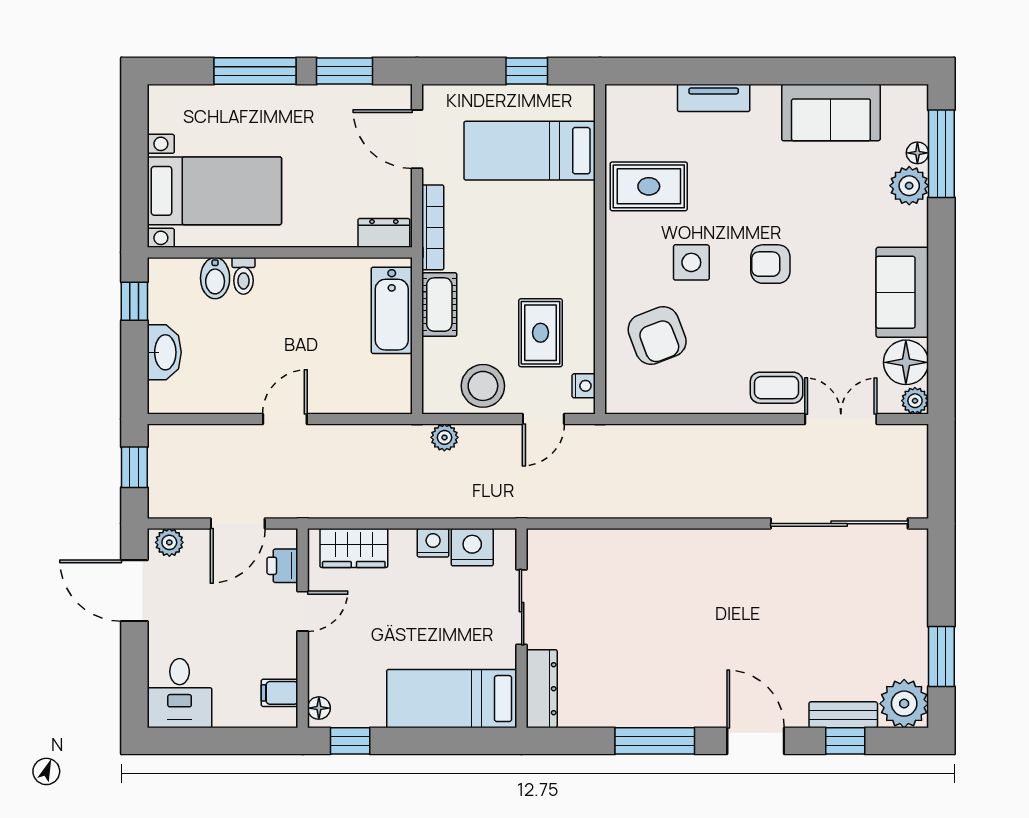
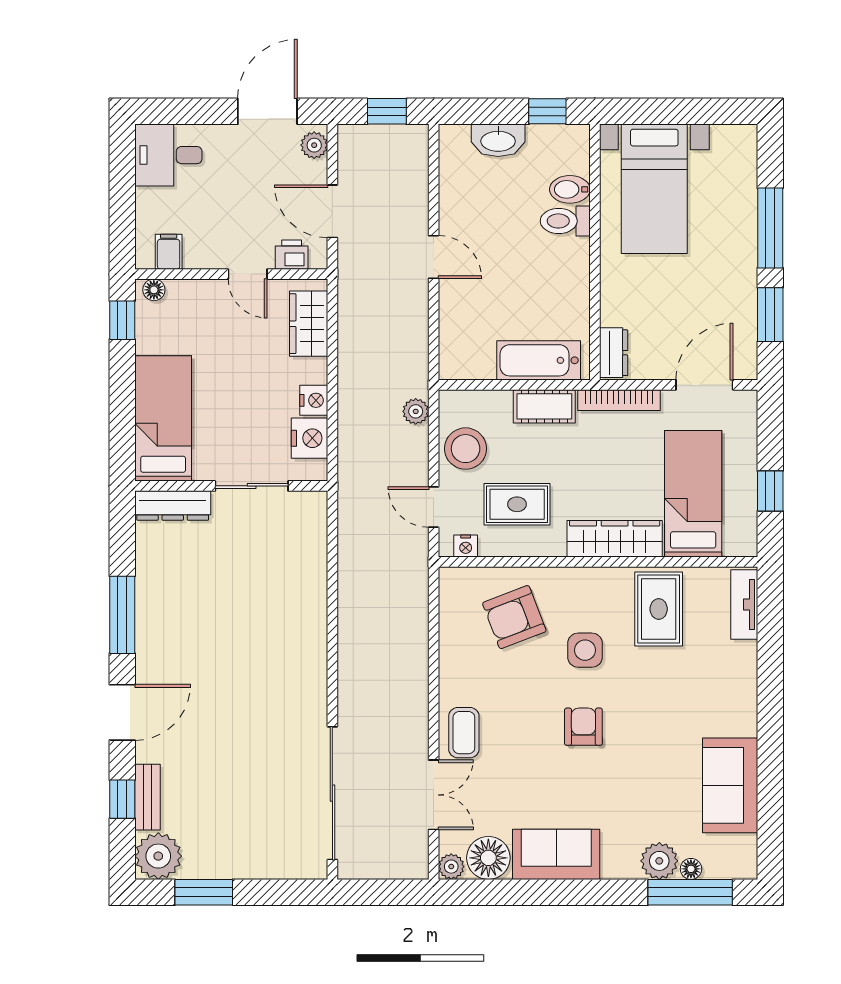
tv unit: (714, 98) -> (744, 605), moved
wardrobe: (576, 232) -> (615, 539), added
toilet: (243, 276) -> (565, 221), width x1.37, depth x1.39

